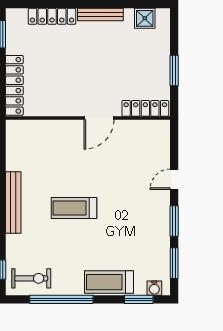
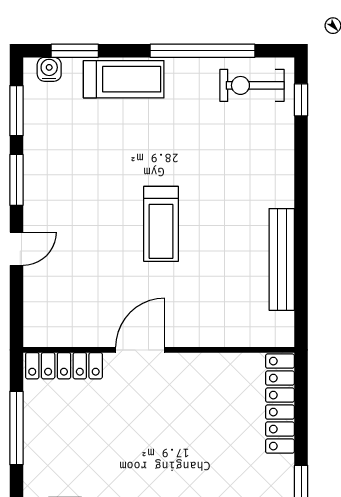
window: (174, 71) -> (16, 428), width x1.44
bench: (13, 203) -> (282, 259), moved
treadmill: (74, 208) -> (161, 224), moved, turned 90

